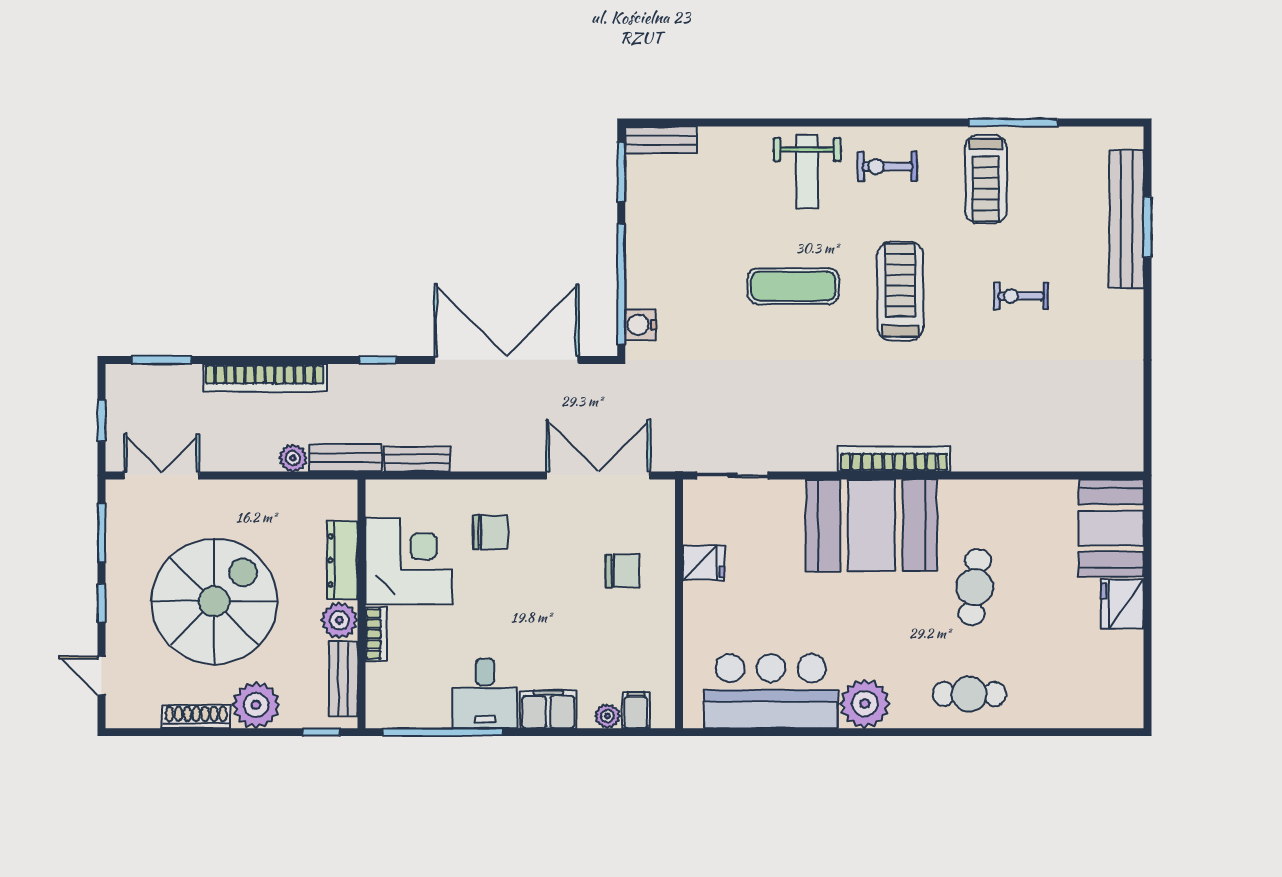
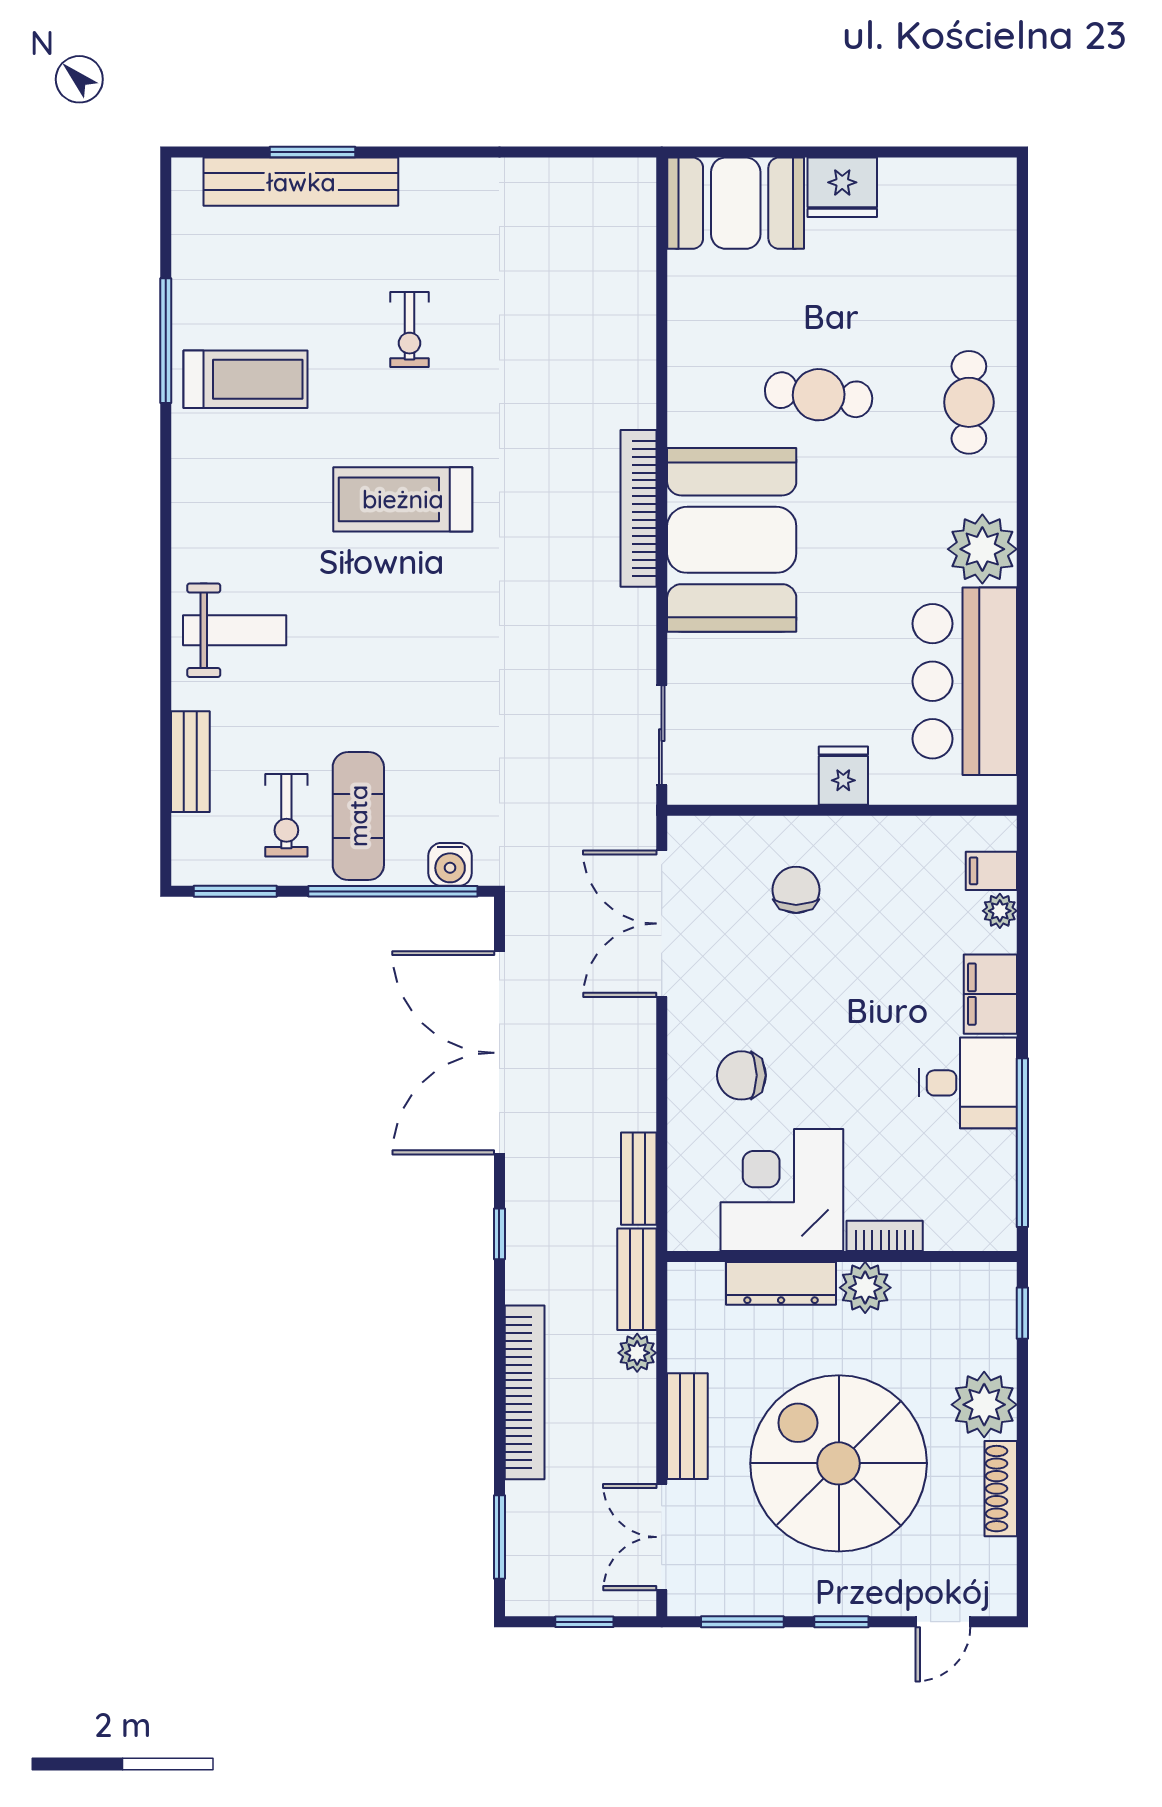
bench: (661, 140) -> (190, 762), moved
exercise bike: (887, 167) -> (286, 815), moved
exercise mat: (793, 286) -> (358, 816), moved
chair: (490, 532) -> (741, 1075), turned -90
fridge: (704, 563) -> (843, 776), moved
bench: (343, 679) -> (687, 1426), moved, turned 90

